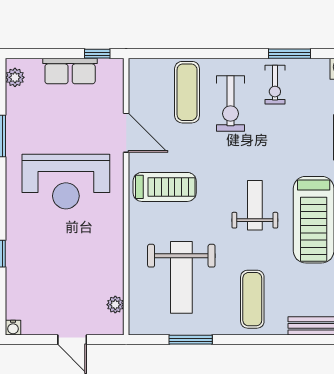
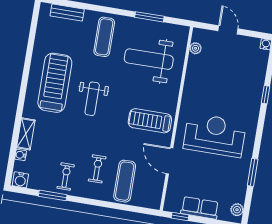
exercise bike: (231, 103) -> (97, 169), width x0.73, depth x0.72
weight bench: (181, 277) -> (149, 59), turned -90

